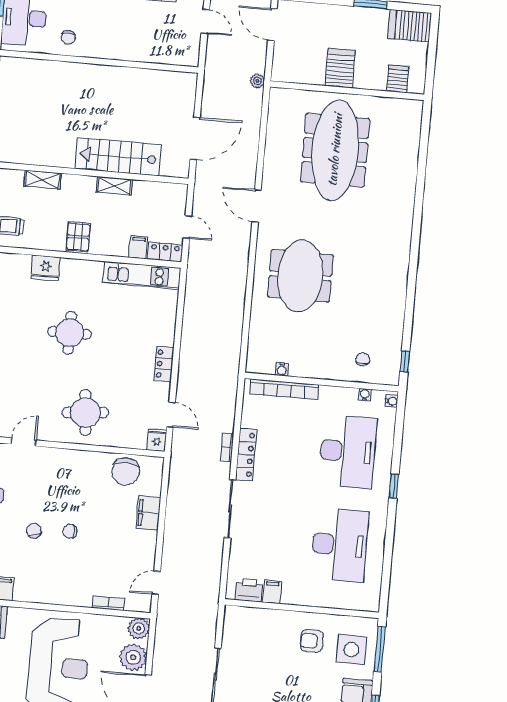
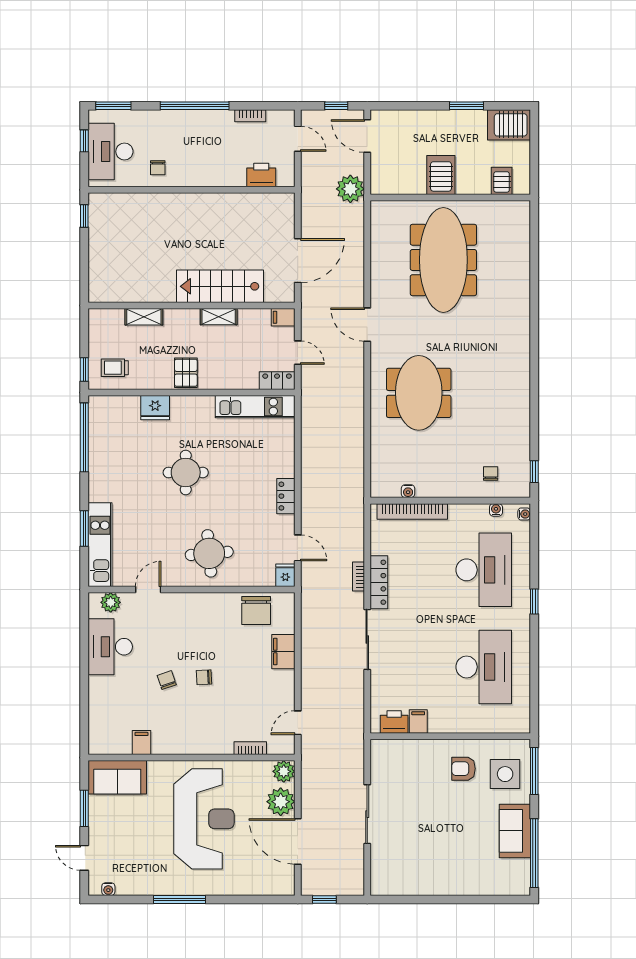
printer: (167, 53) -> (261, 175), added
plant: (257, 81) -> (350, 189), width x1.87, depth x1.87
filing cabinet: (138, 247) -> (283, 317), moved, turned -90

